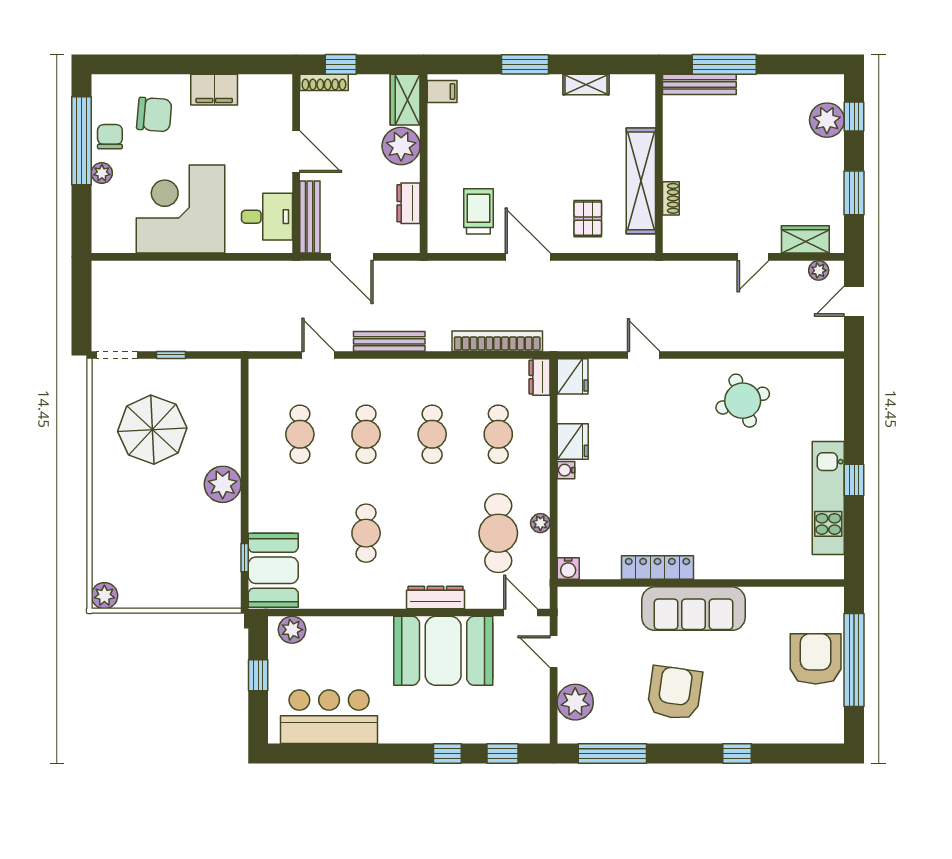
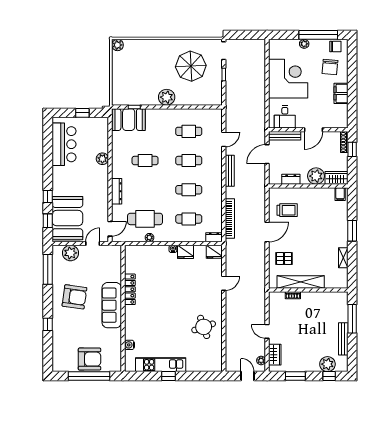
bench: (699, 84) -> (343, 339), moved
chair: (110, 137) -> (335, 47), moved
water cooler: (568, 568) -> (129, 345), moved
plant: (292, 630) -> (102, 159), moved
booth: (443, 651) -> (67, 218), moved

